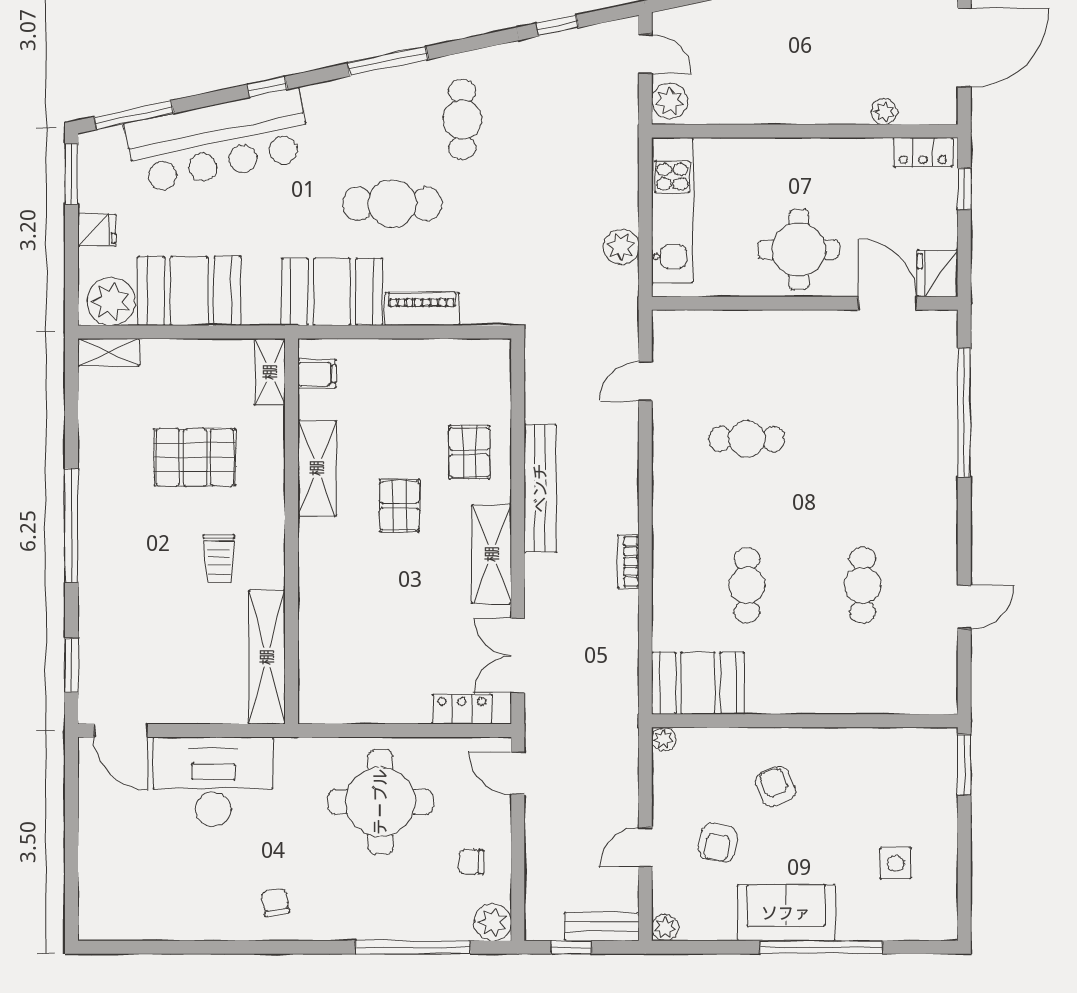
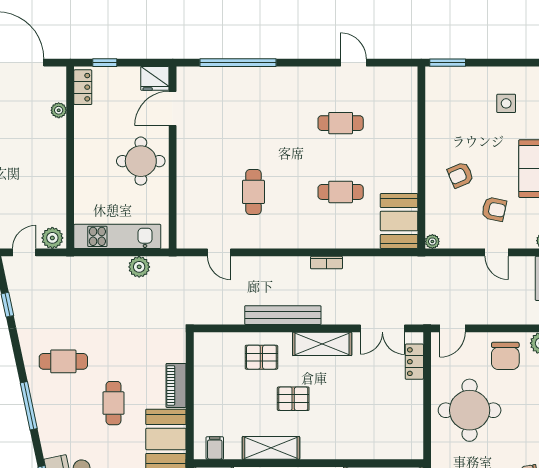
cafe table: (392, 204) -> (113, 403), width x0.73, depth x0.74
chair: (472, 862) -> (505, 356), width x1.87, depth x1.87

